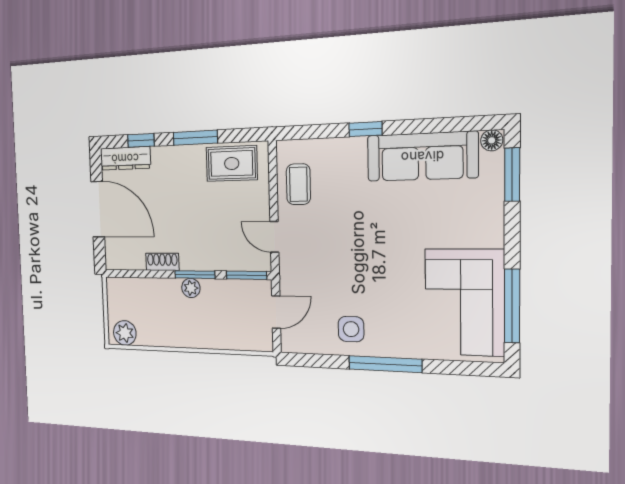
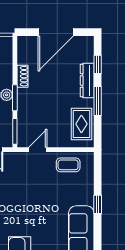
dresser: (125, 158) -> (87, 80), moved

